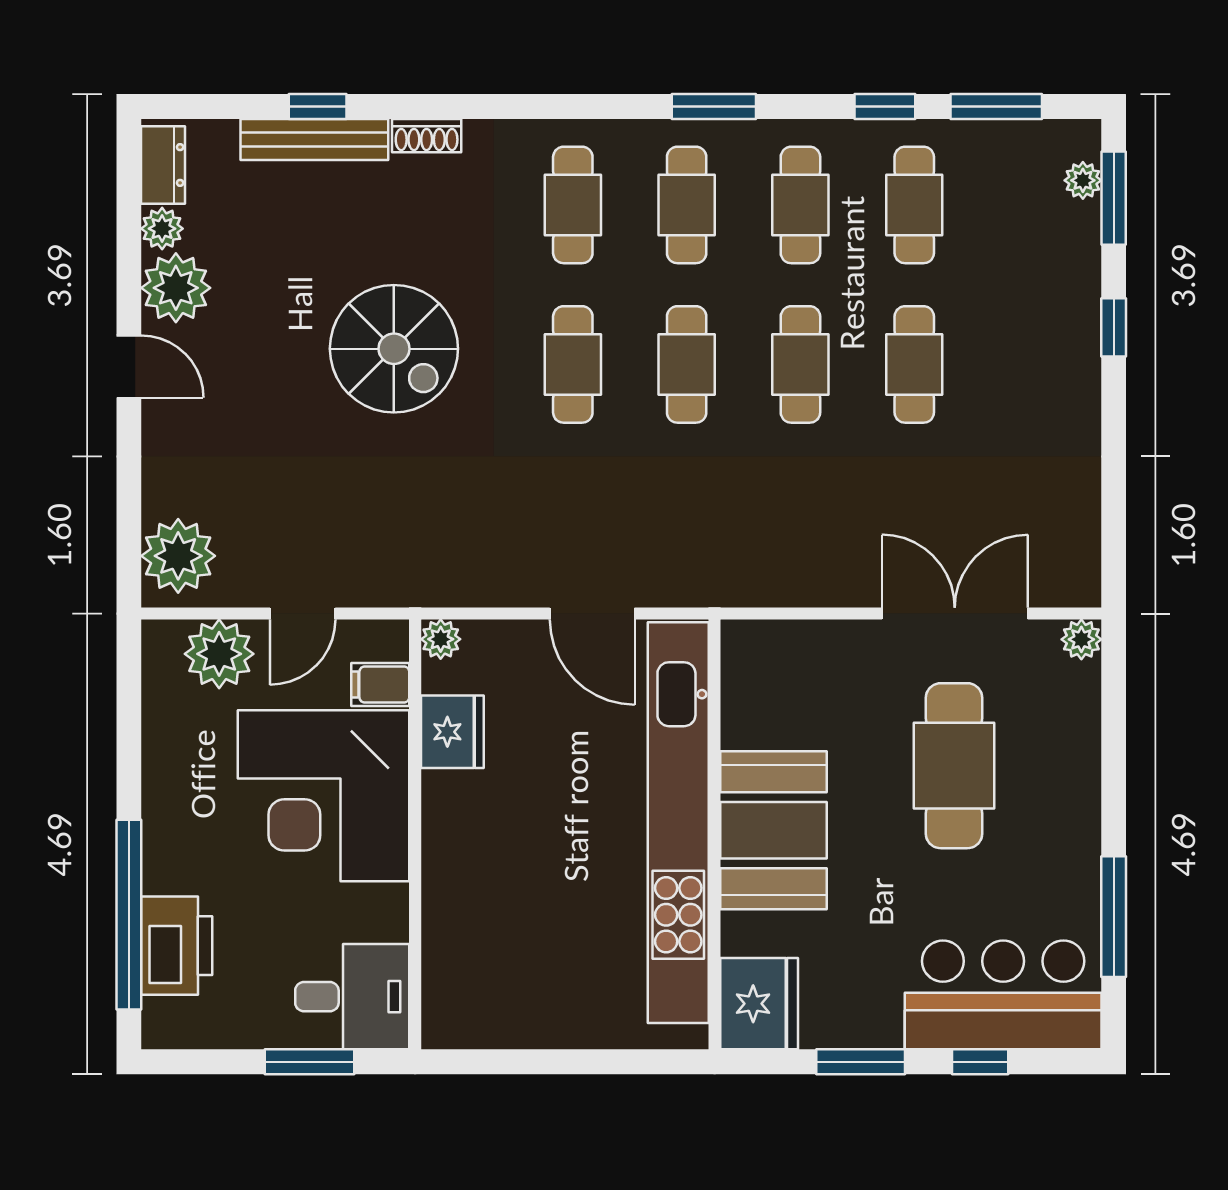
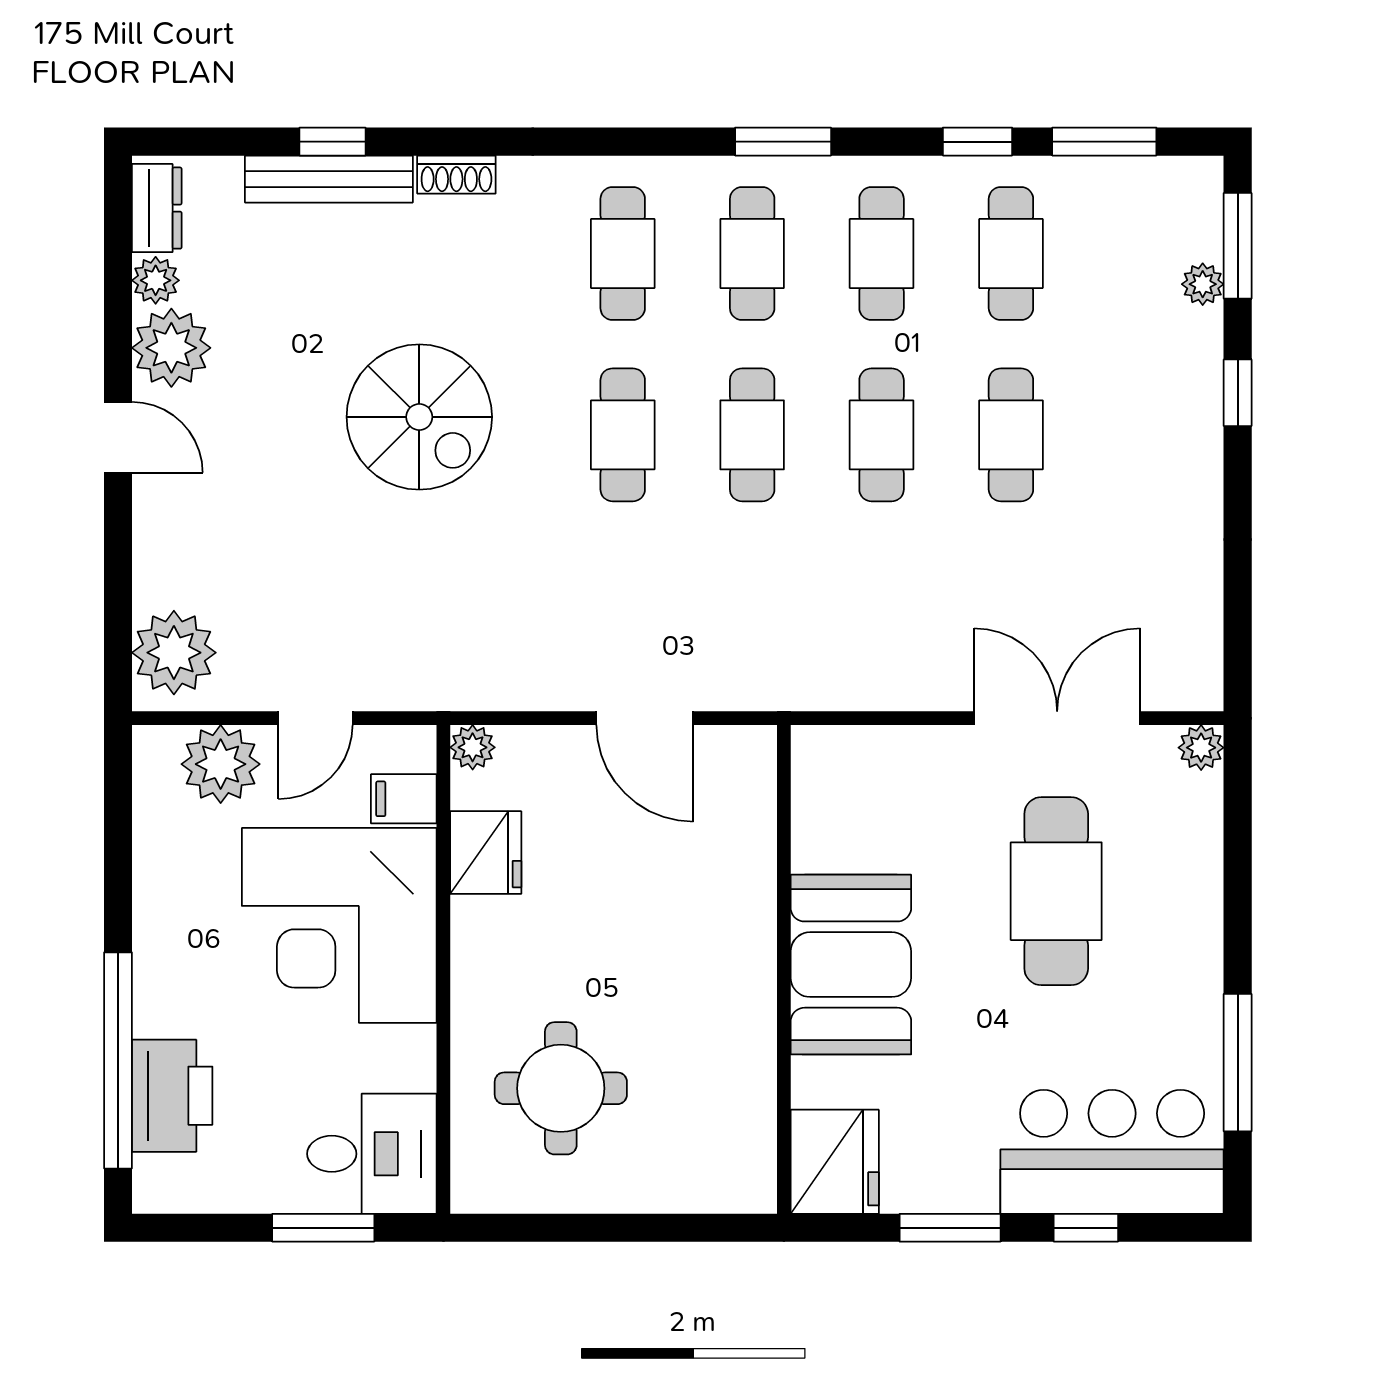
plant: (1083, 180) -> (1203, 284), moved
kitchen unit: (678, 823) -> (743, 956), removed
round table: (518, 939) -> (561, 1088), added

